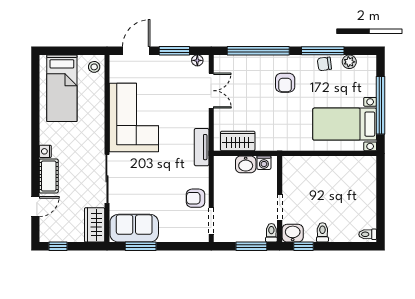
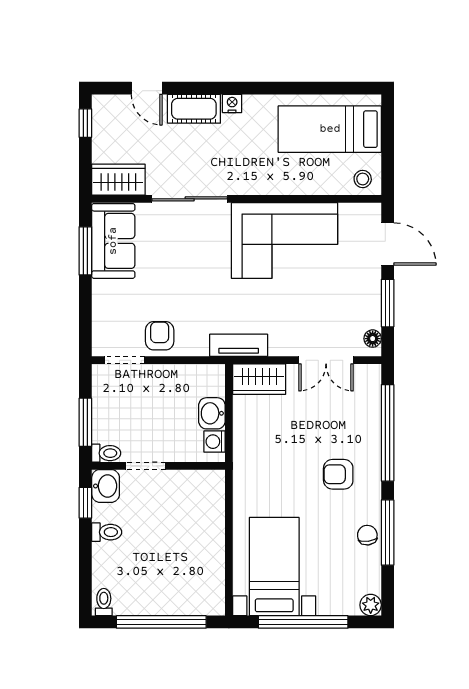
plant: (349, 62) -> (371, 605), moved
wardrobe: (238, 141) -> (259, 379), moved, turned 90
window: (381, 197) -> (161, 622), added

